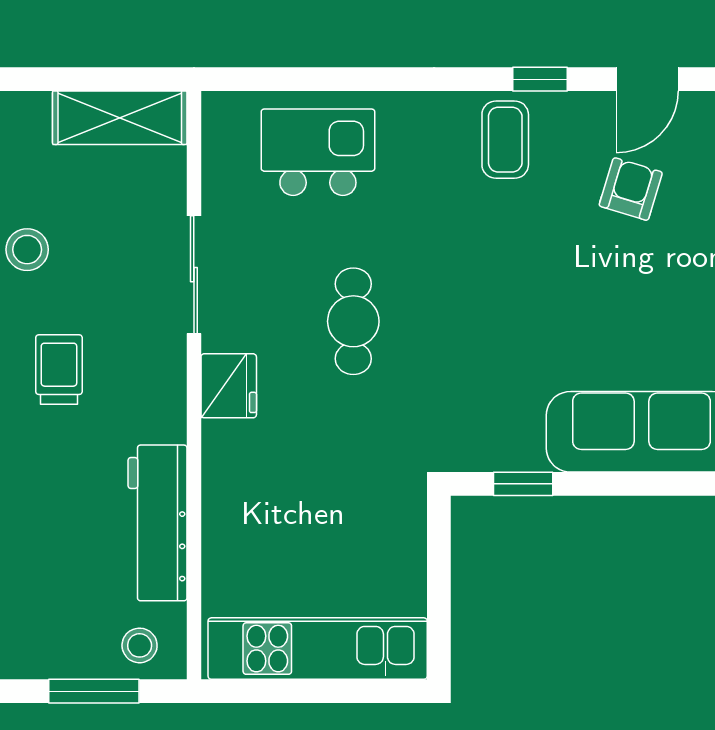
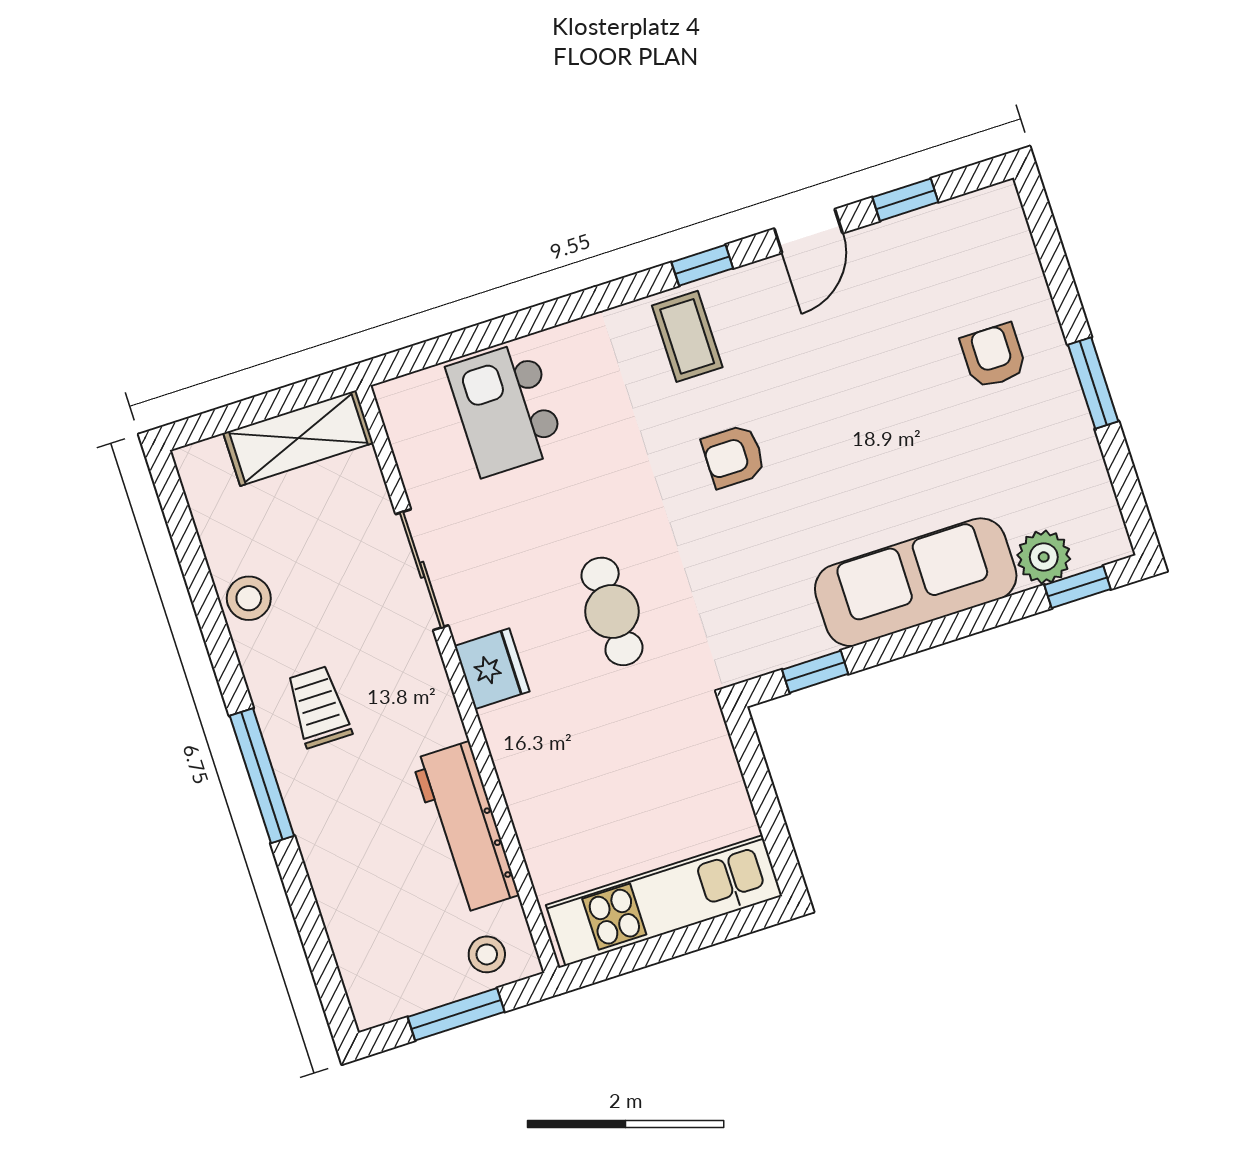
kitchen island: (318, 152) -> (506, 409), turned -90
armchair: (631, 189) -> (734, 456), moved, turned -107
cafe table: (353, 321) -> (612, 611), moved

